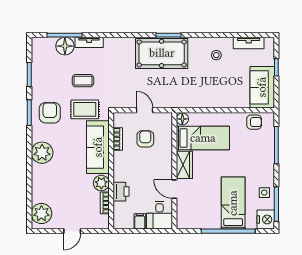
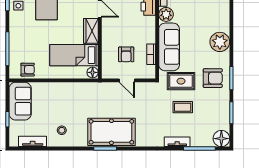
floor lamp: (65, 46) -> (221, 139), moved
armchair: (50, 113) -> (213, 78), turned -90
armchair: (254, 122) -> (28, 70), turned 180

